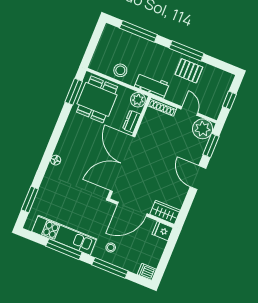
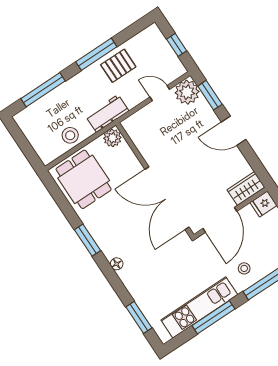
window: (74, 92) -> (87, 240), moved
shoe rack: (162, 107) -> (137, 118), removed
dresser: (132, 121) -> (130, 159), removed

